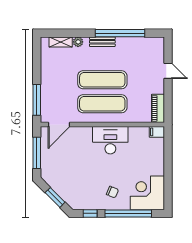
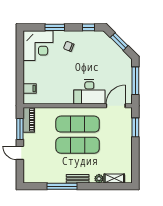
window: (120, 33) -> (62, 186), width x0.68
window: (168, 98) -> (20, 129), added
window: (37, 100) -> (135, 127), width x0.69
filing cabinet: (157, 132) -> (30, 88), moved
desk: (110, 140) -> (89, 92), moved
window: (128, 213) -> (55, 27), width x0.47

